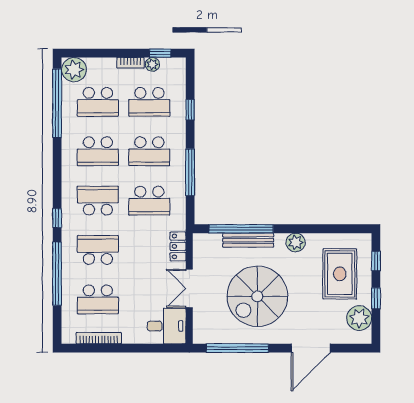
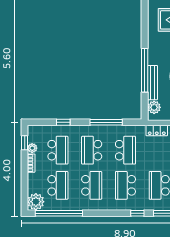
school desk: (149, 151) -> (92, 150), turned 180
window: (241, 229) -> (145, 70), moved
plant: (296, 242) -> (154, 107), moved

